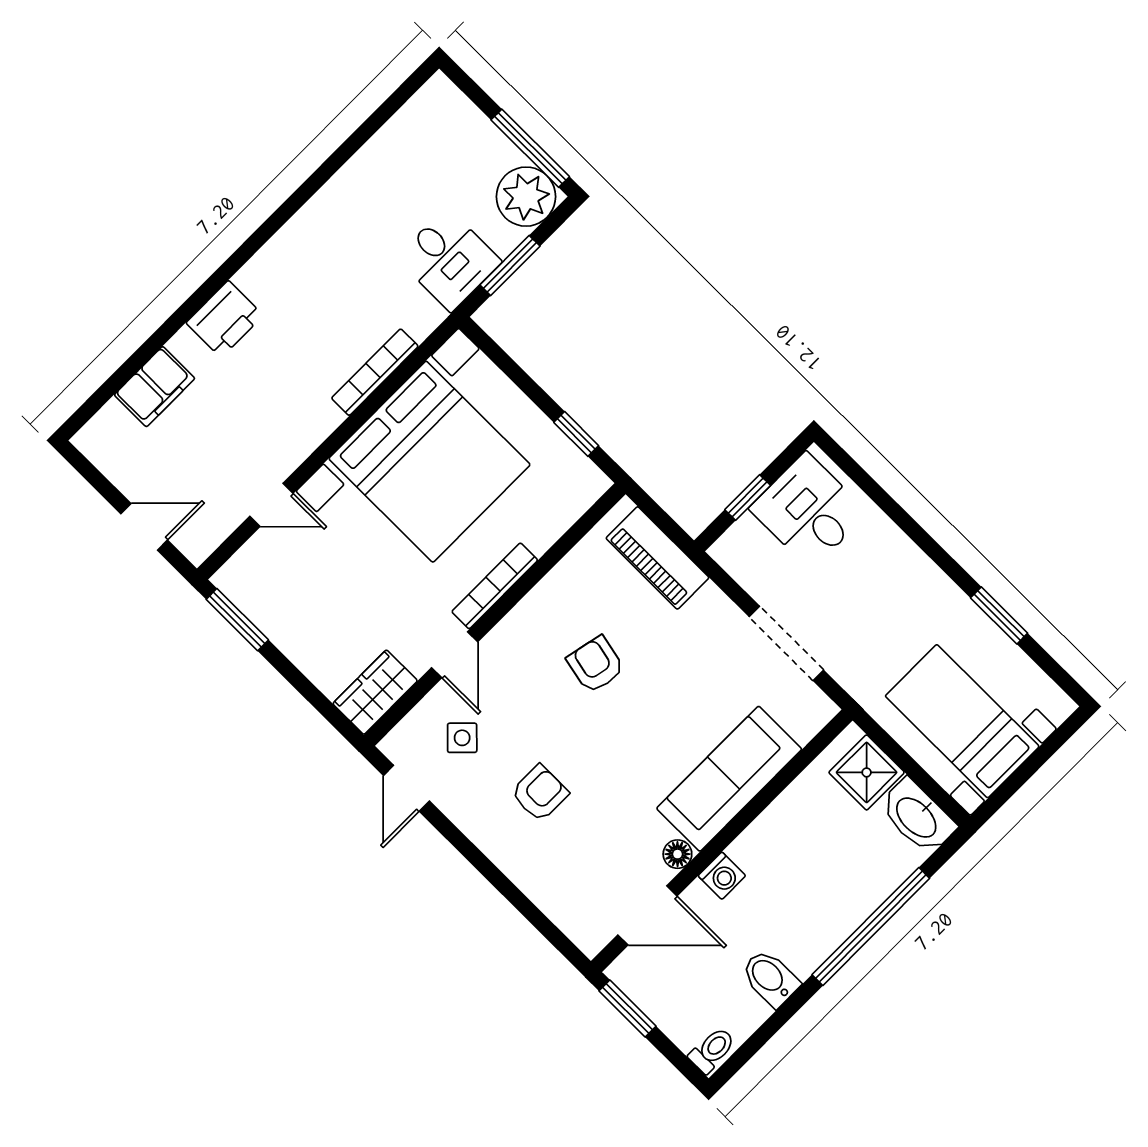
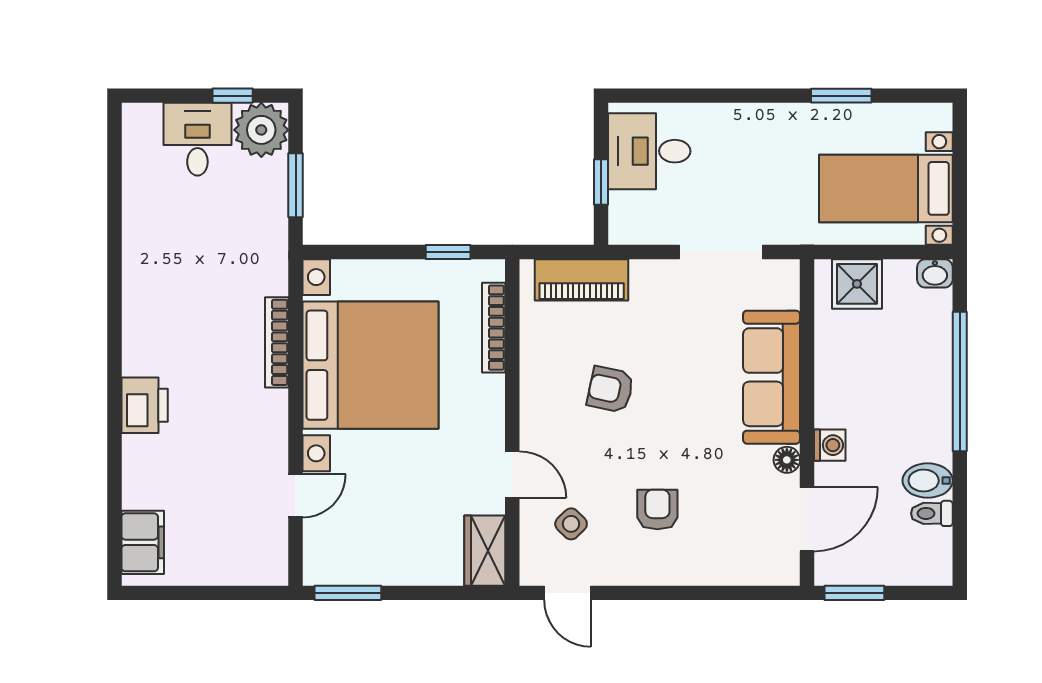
window: (530, 148) -> (233, 96), width x0.46
desk: (449, 260) -> (197, 139), moved, turned -90
filing cabinet: (155, 387) -> (143, 542), moved
door: (144, 527) -> (227, 593), removed
bookcase: (495, 586) -> (494, 328), moved
washbasin: (917, 817) -> (935, 273), width x0.52, depth x0.69
toilet: (712, 1050) -> (932, 513), moved, turned -90

